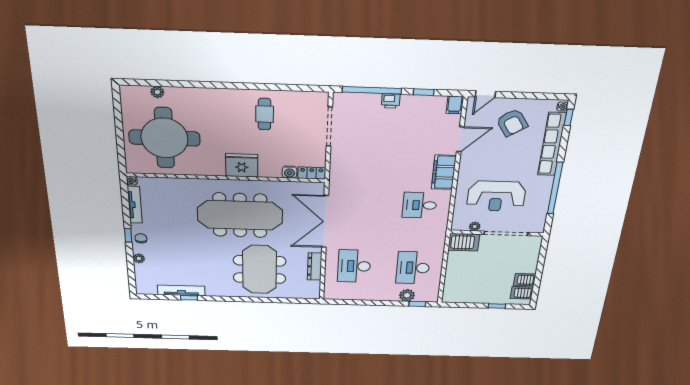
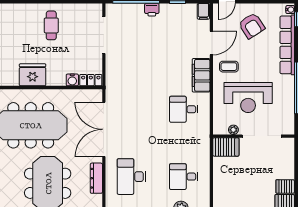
coffee table: (478, 164) -> (229, 67), added
desk: (413, 268) -> (184, 177), width x0.73

